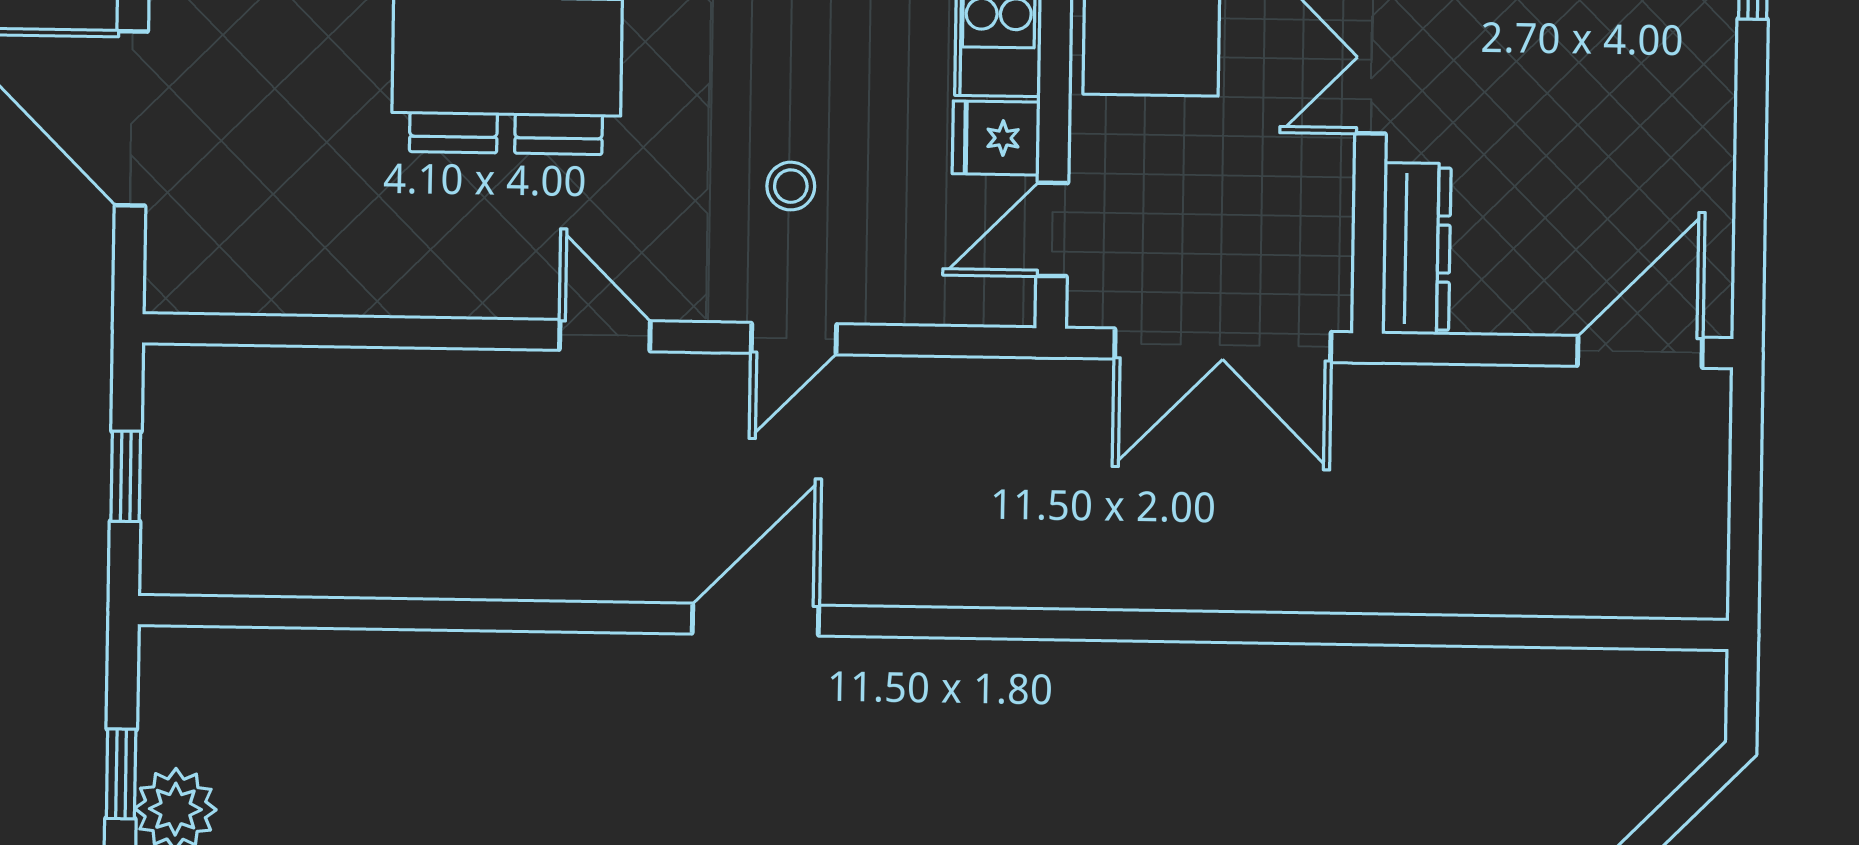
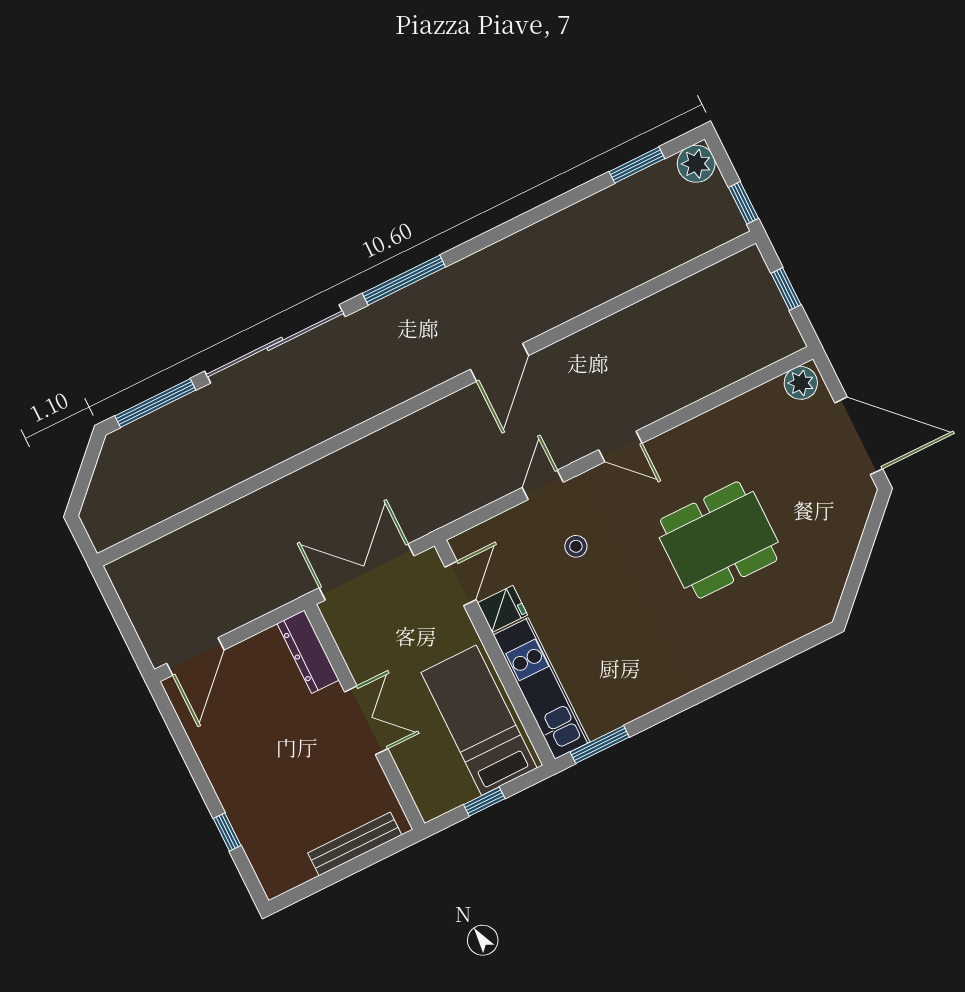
plant: (191, 279) -> (801, 383), added
window: (121, 774) -> (744, 203), moved

